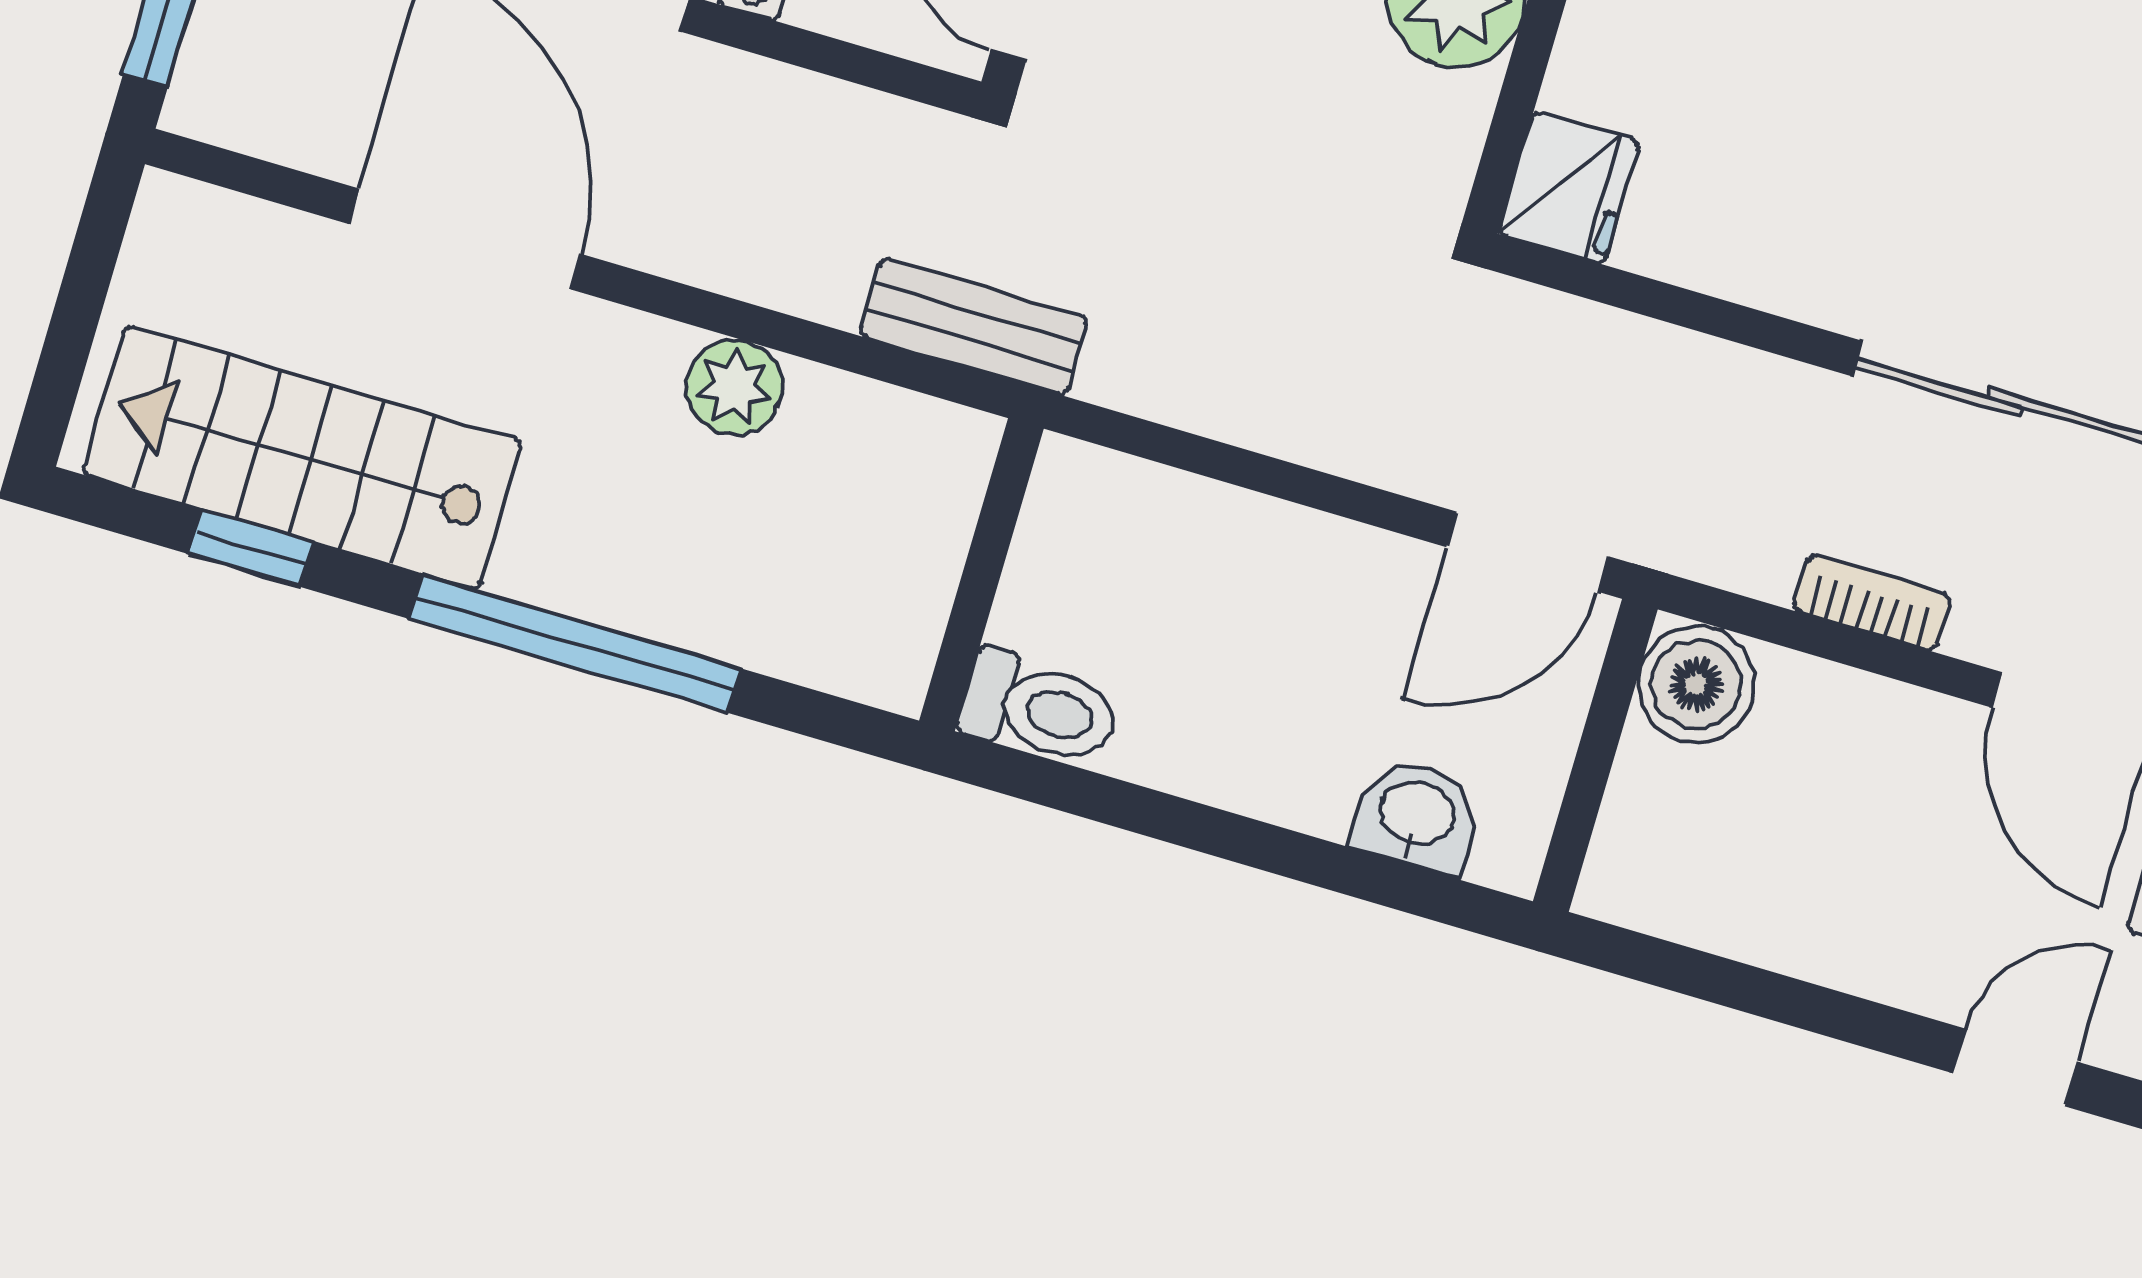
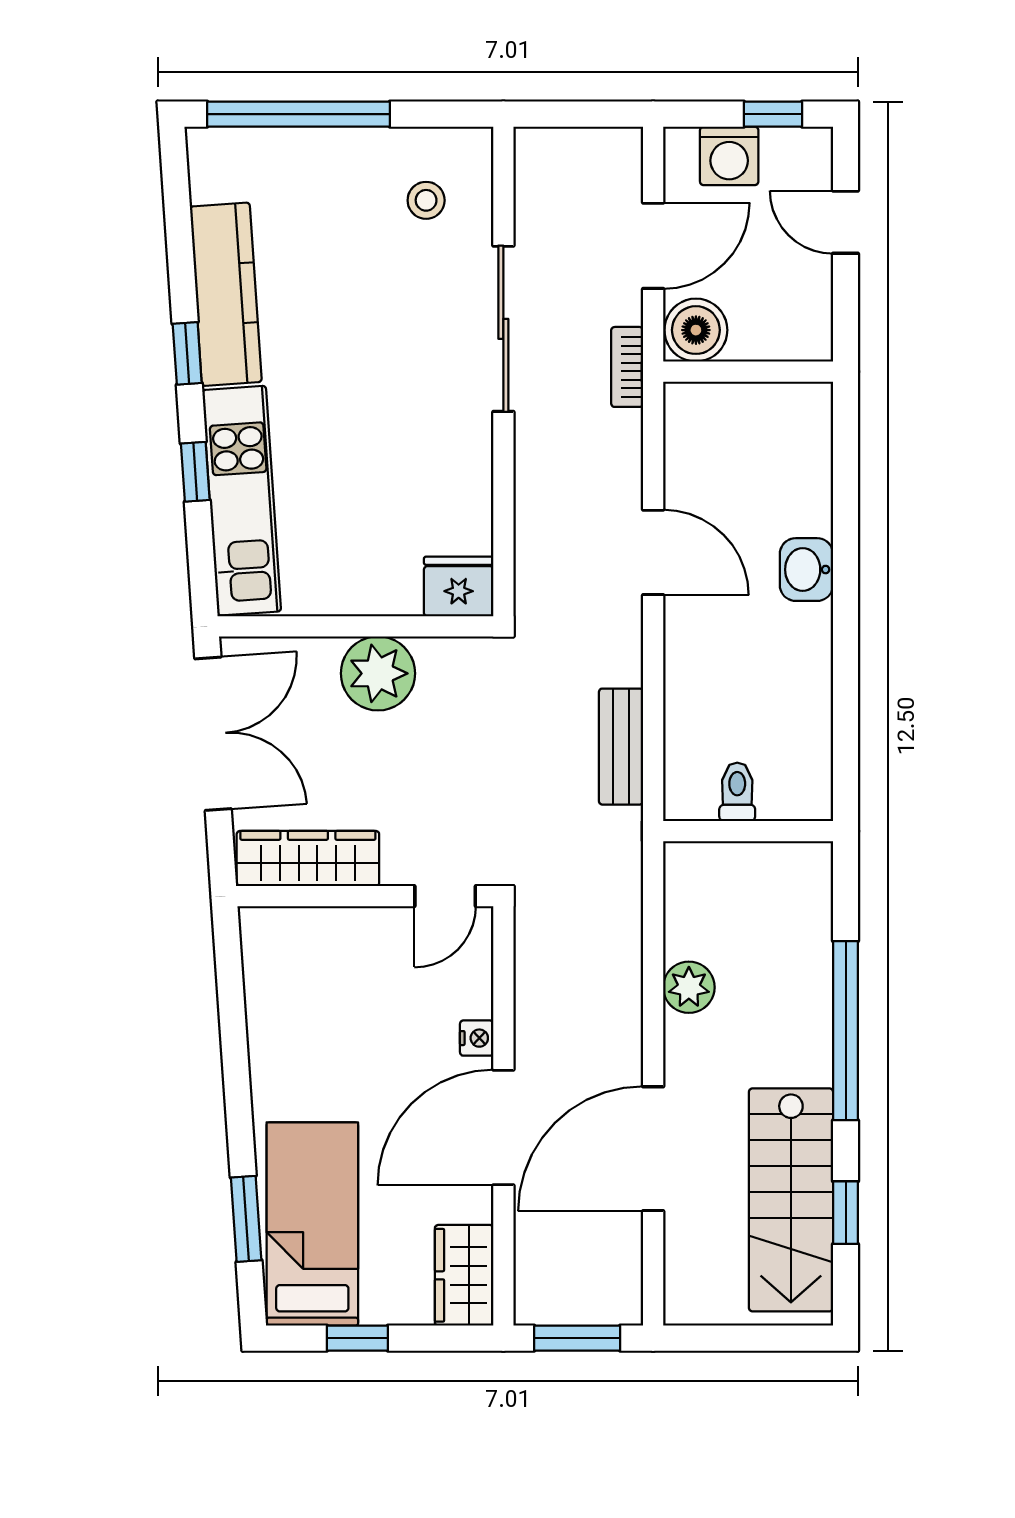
bench: (974, 326) -> (621, 747), moved
boiler: (1697, 684) -> (696, 330), moved
toilet: (1040, 709) -> (737, 792), moved, width x0.73, depth x0.72
wall: (1595, 755) -> (748, 372), moved

